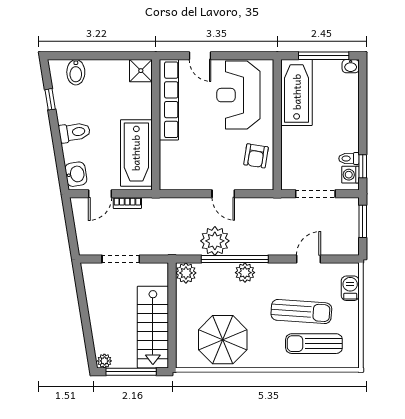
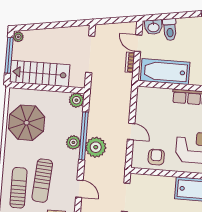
toilet: (74, 132) -> (170, 30), moved
armchair: (256, 156) -> (156, 157), turned 81
door: (223, 194) -> (131, 131), swing flipped
plant: (215, 241) -> (96, 147), moved
doorway: (121, 259) -> (90, 54), width x1.36

